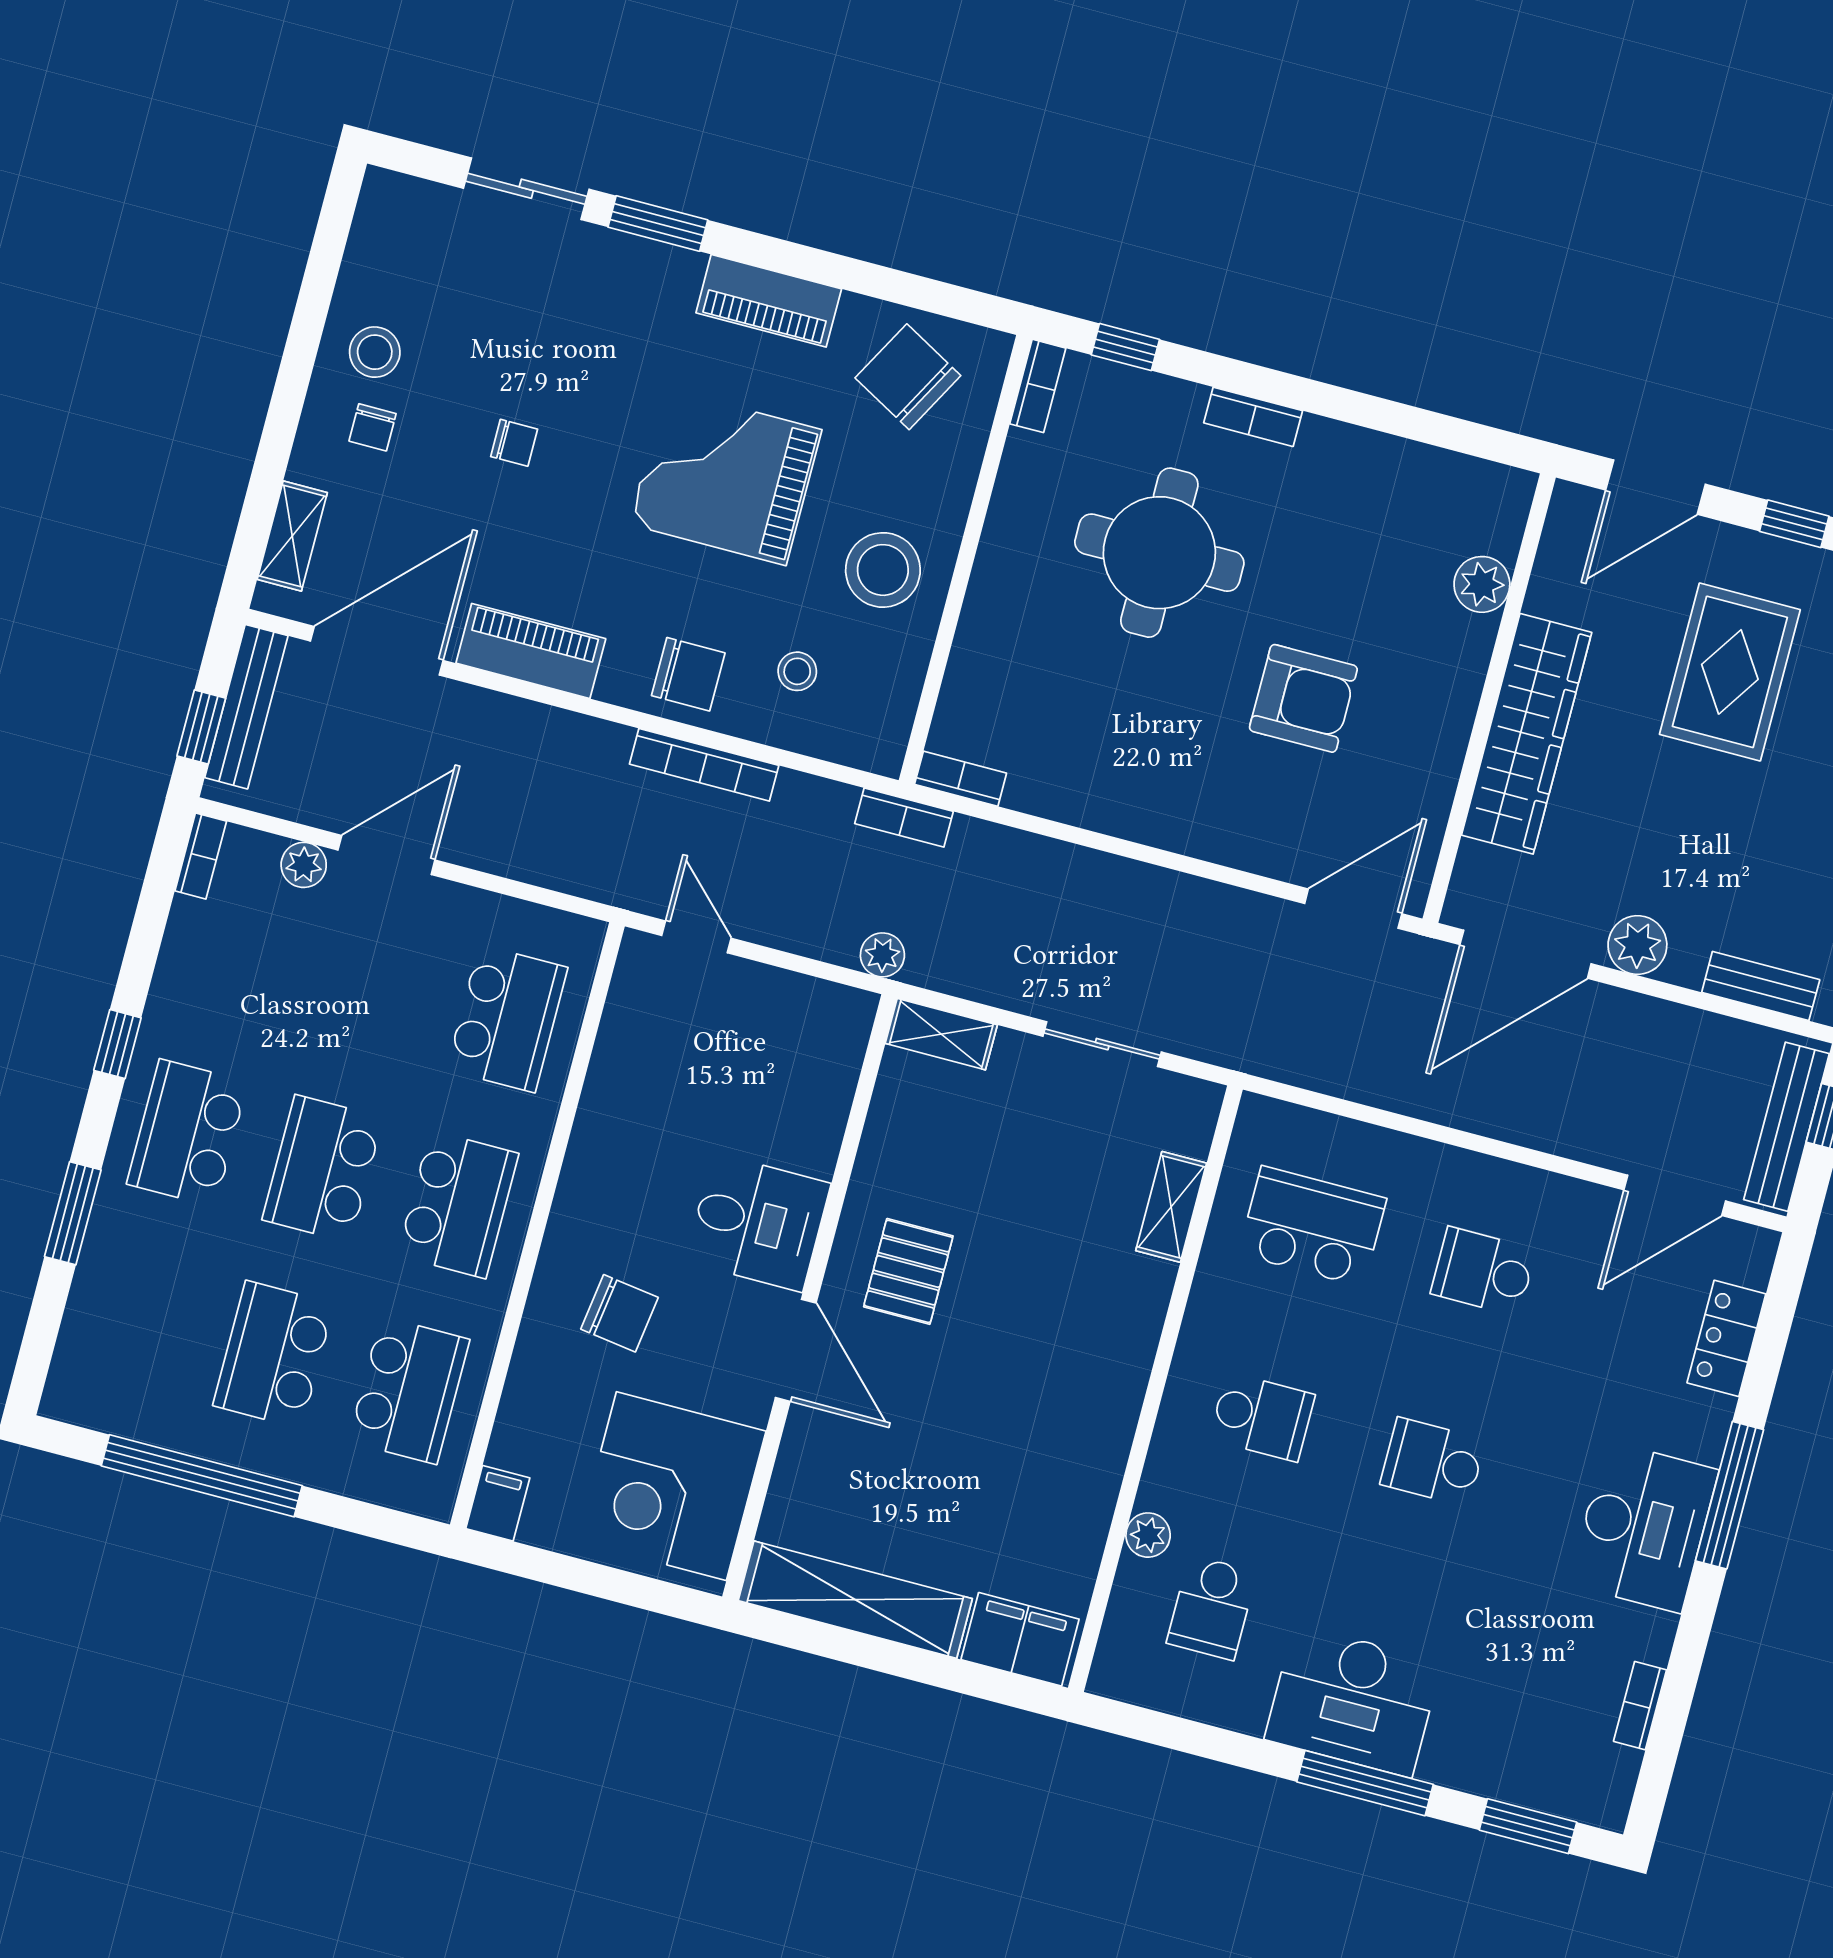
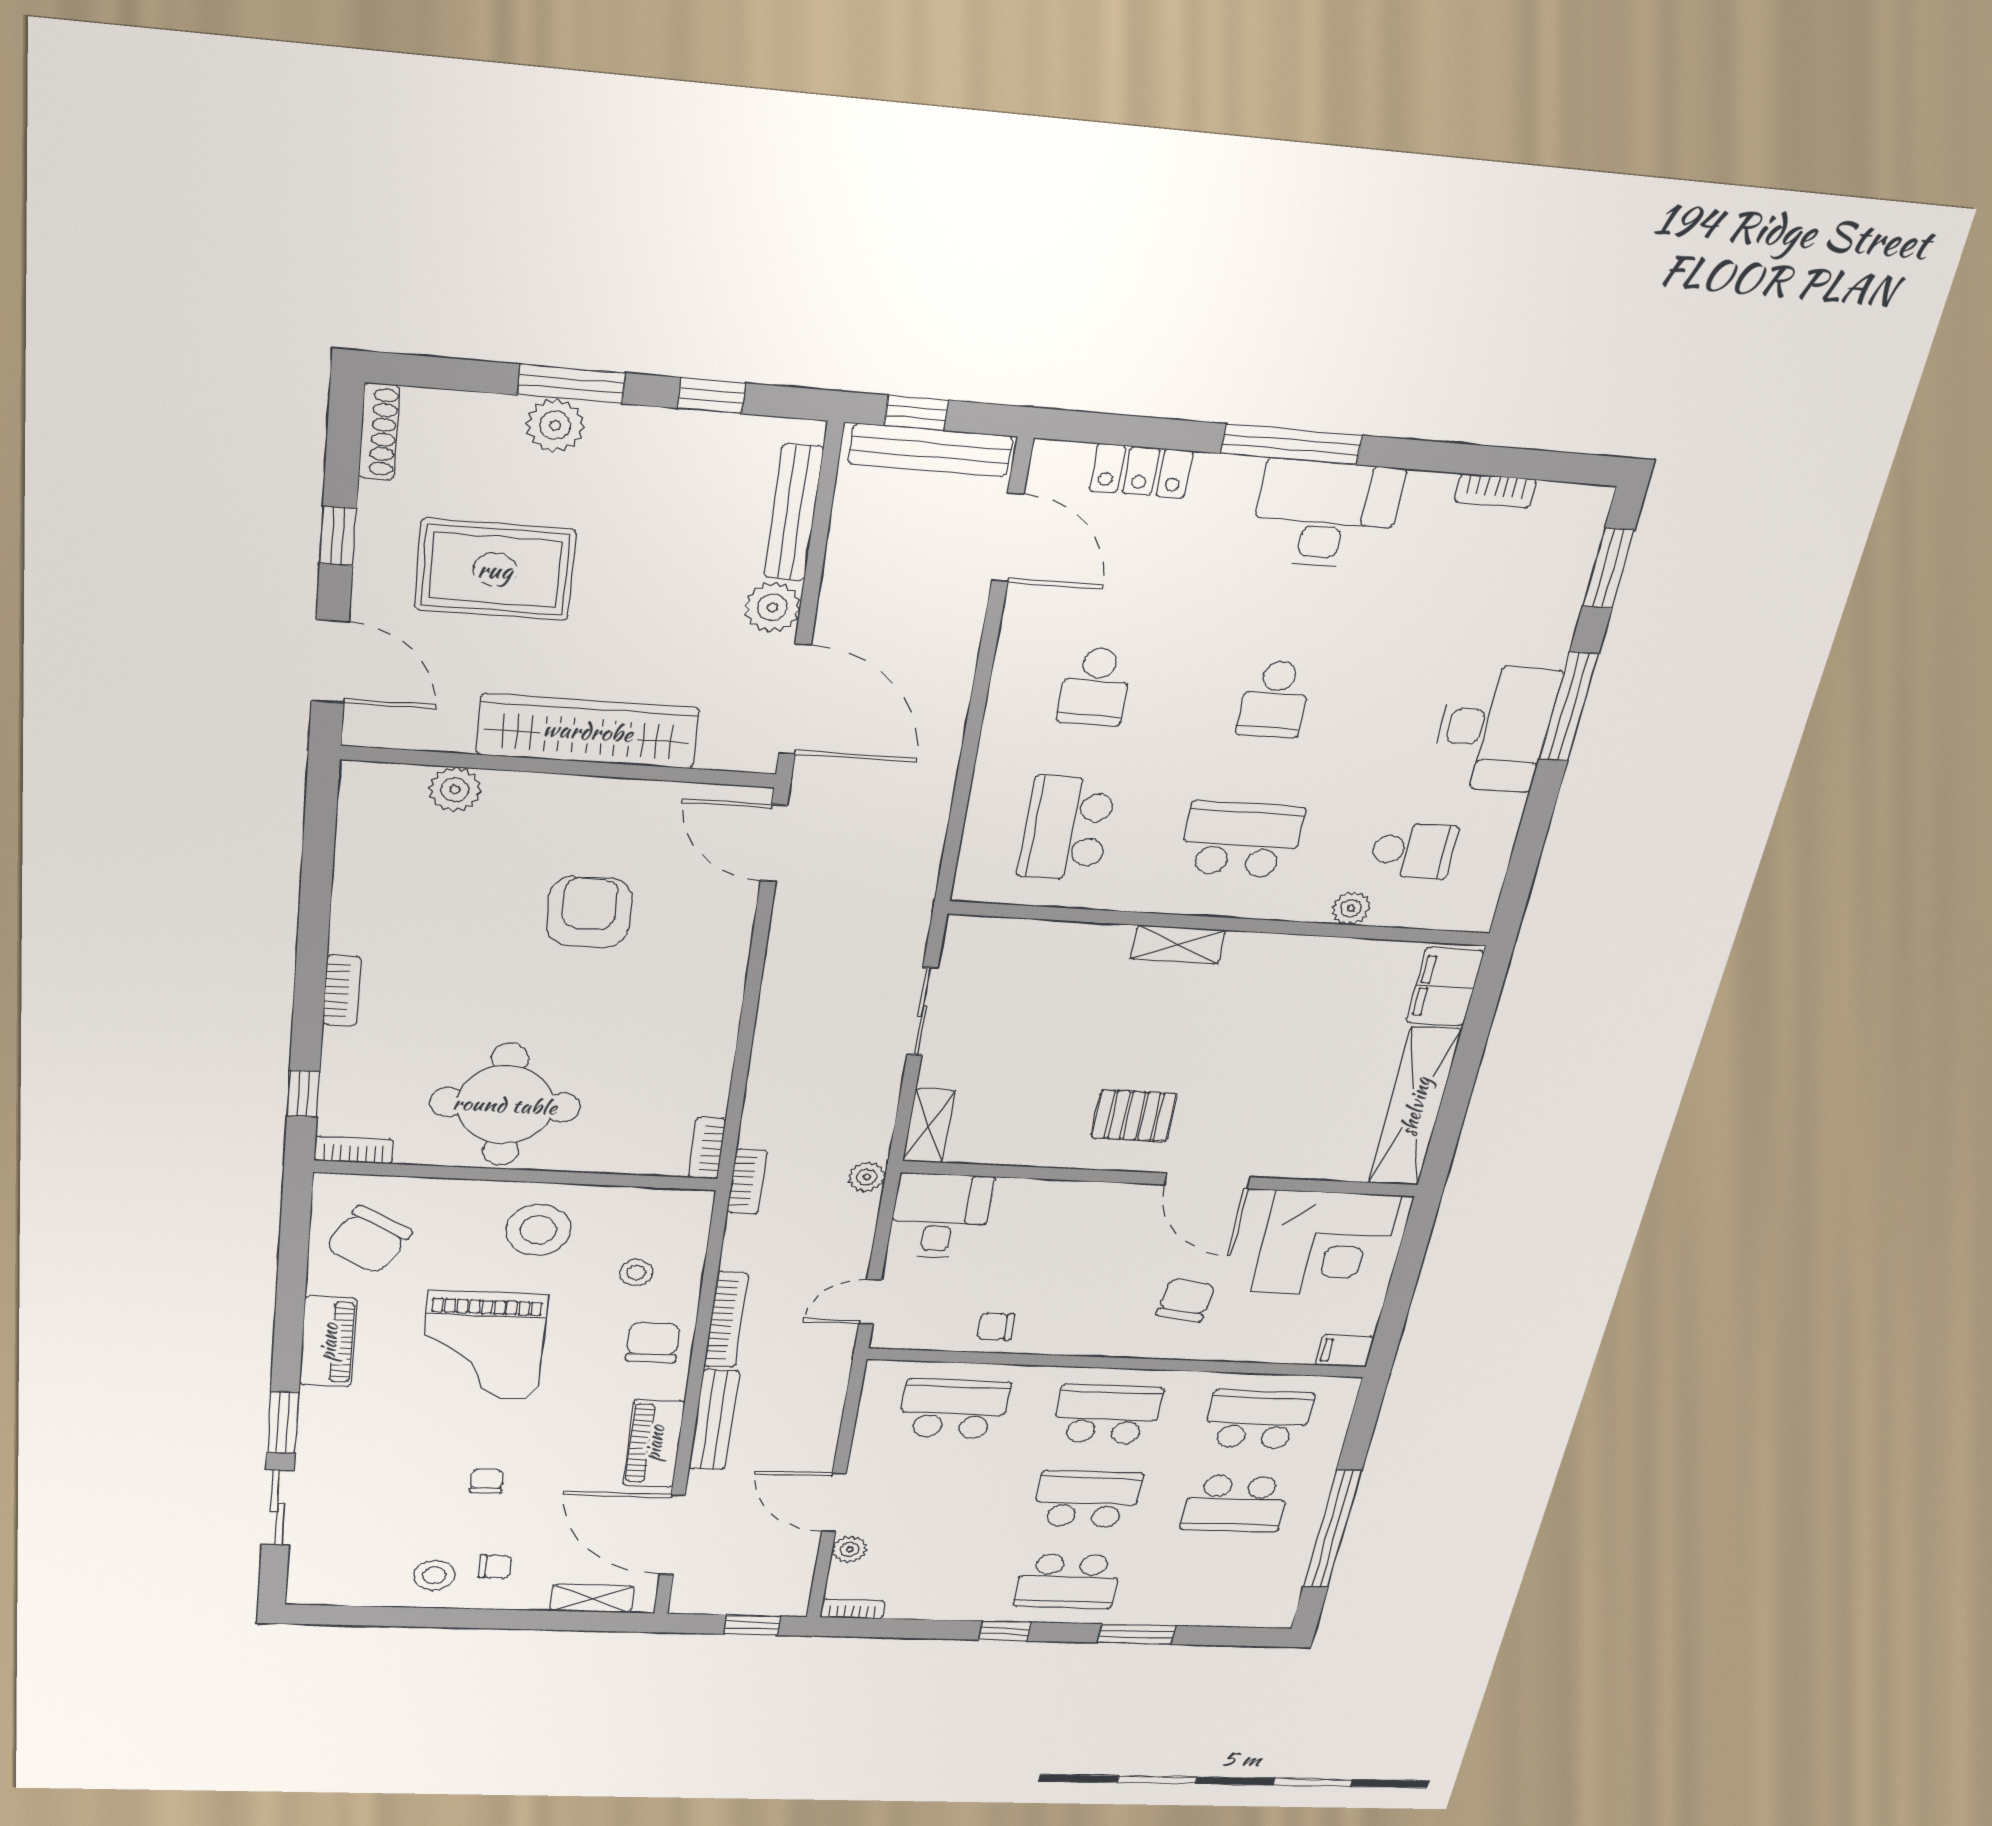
round table: (1159, 553) -> (505, 1105), moved
bench: (246, 707) -> (714, 1420), moved, turned 90
bench: (1761, 986) -> (794, 513), width x1.36
chair: (626, 1082) -> (996, 1327), added
school desk: (323, 1169) -> (1087, 1499), turned 180
shelving: (1171, 1207) -> (1178, 945), moved
desk: (758, 1222) -> (940, 1216), moved
door: (796, 1350) -> (1207, 1181), swing flipped
school desk: (1262, 1417) -> (1241, 840), width x1.85

